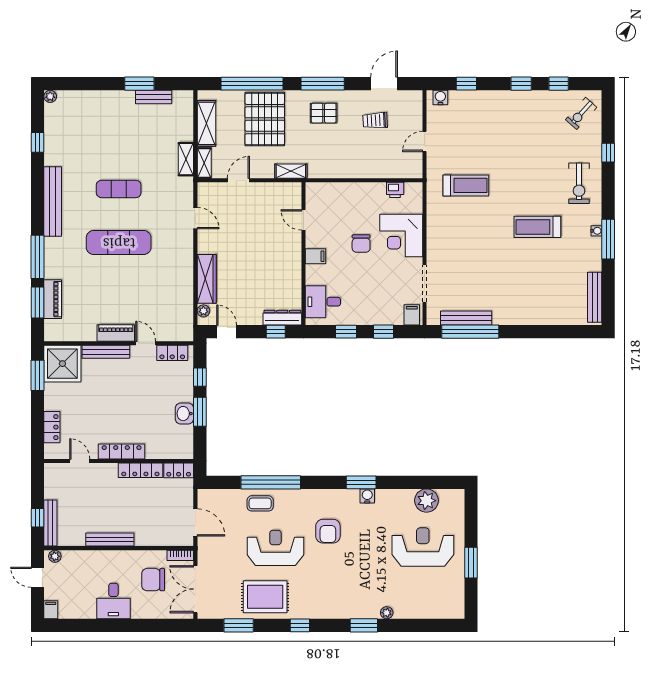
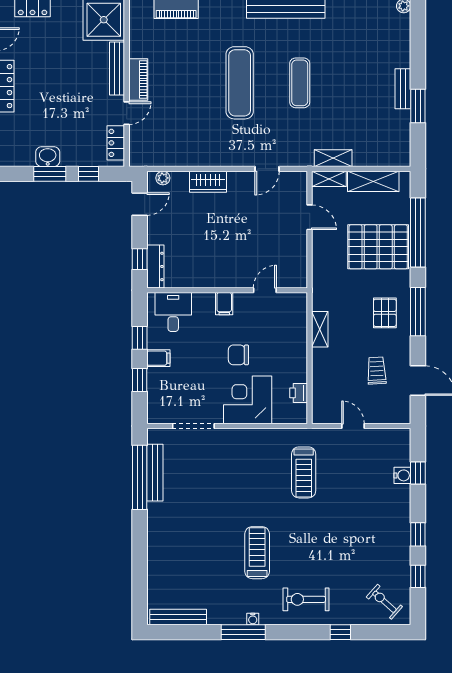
bench: (154, 97) -> (403, 89), moved
water cooler: (440, 97) -> (402, 475), moved
shelving: (291, 171) -> (320, 329), moved
wardrobe: (207, 279) -> (208, 182), width x0.67
filing cabinet: (412, 315) -> (158, 358), moved

